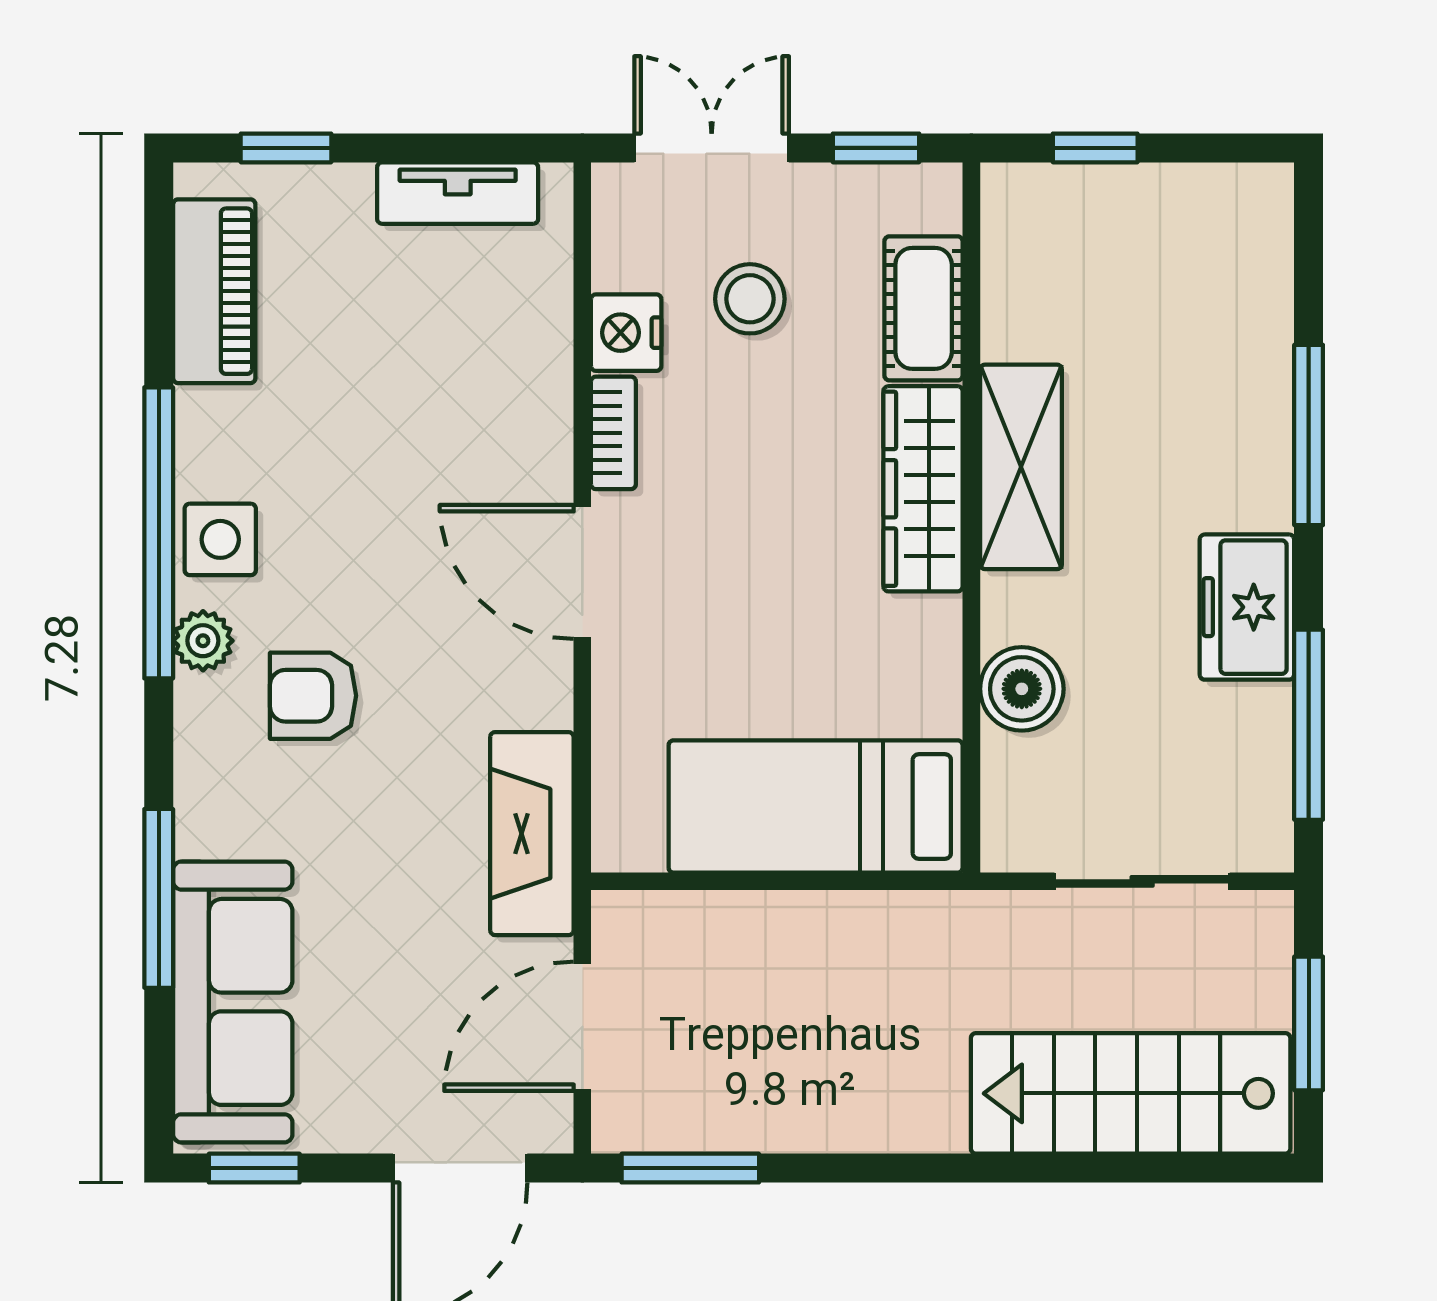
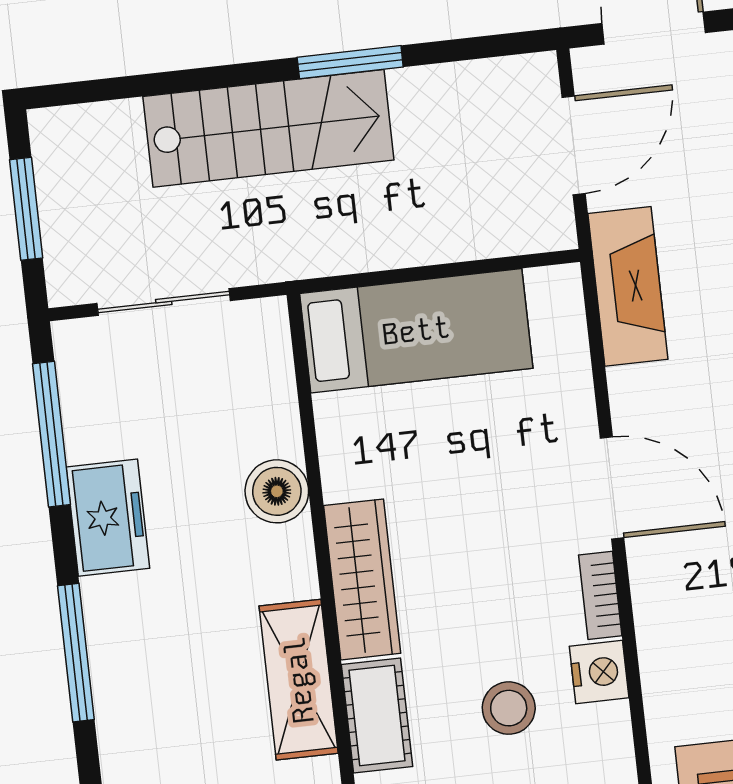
shelving: (1021, 467) -> (299, 680), moved
boiler: (1022, 689) -> (277, 491), moved
stairs: (1131, 1093) -> (268, 128), moved
window: (690, 1168) -> (350, 62), moved

